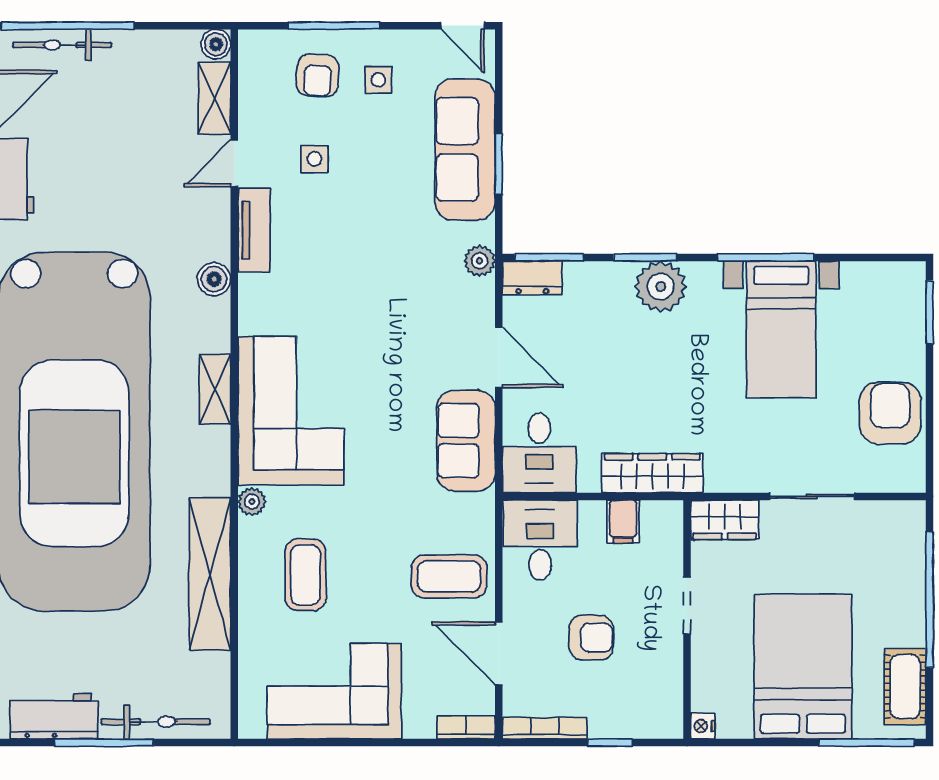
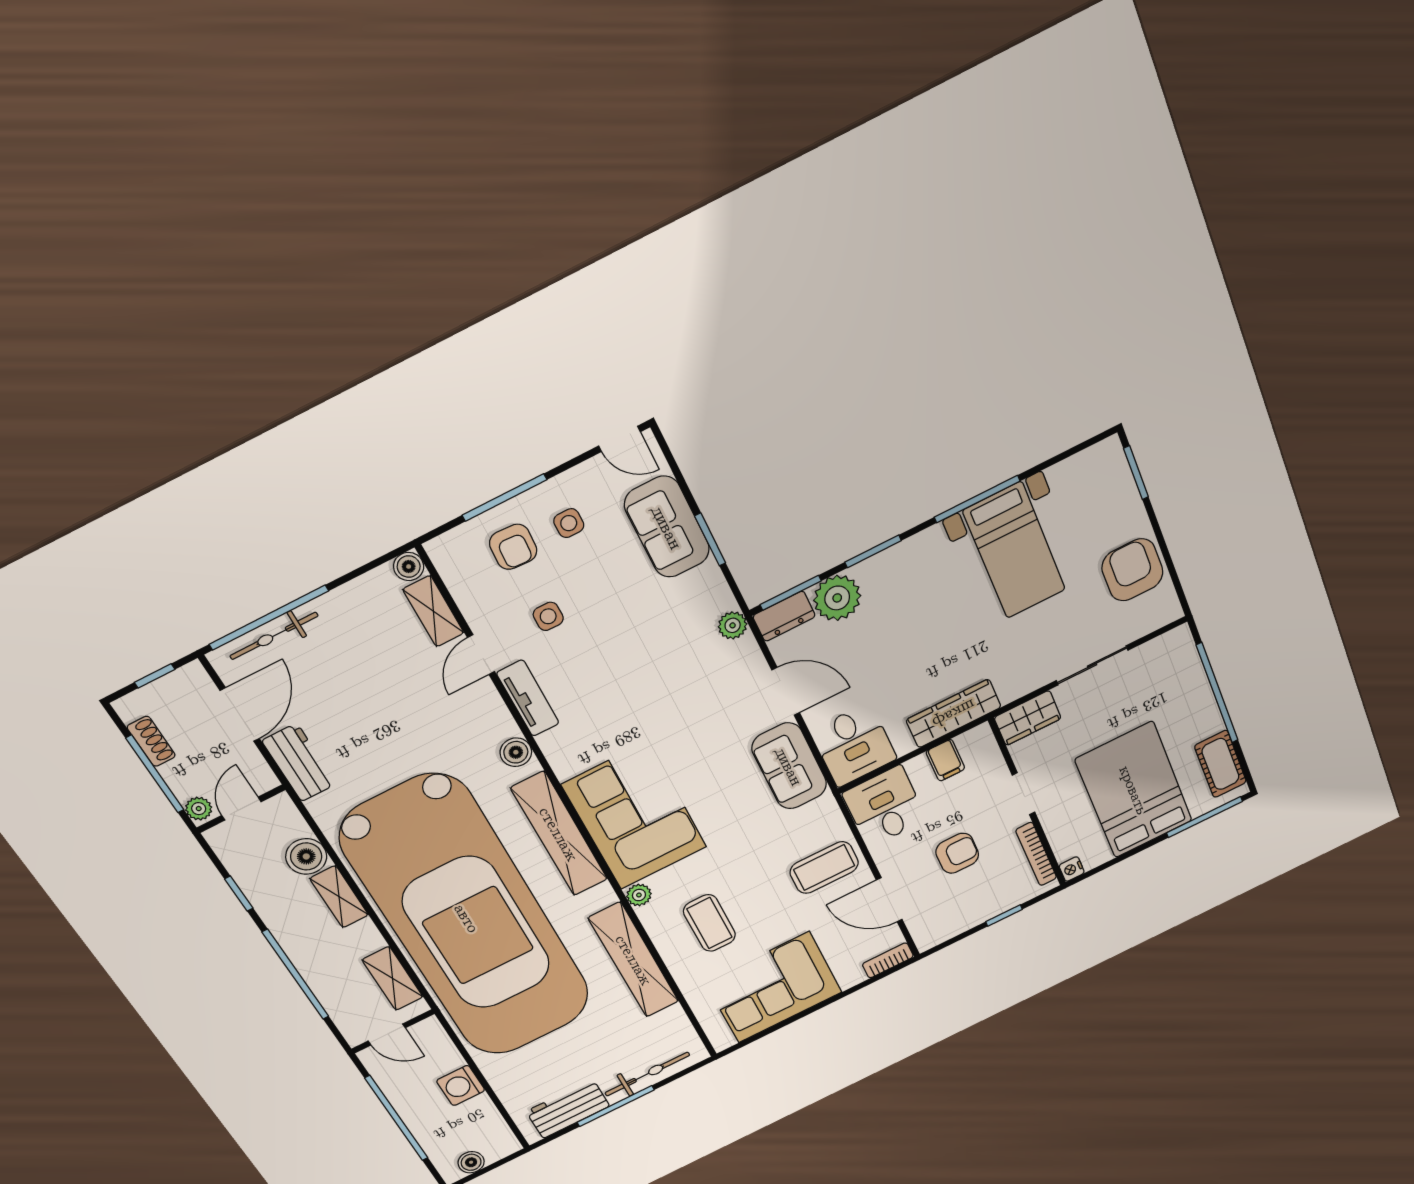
sofa: (465, 149) -> (667, 527), width x0.73
plant: (661, 287) -> (837, 598), moved
shelving: (215, 389) -> (559, 834), width x2.20, depth x1.33
bookcase: (545, 728) -> (1036, 854), moved, turned -90

